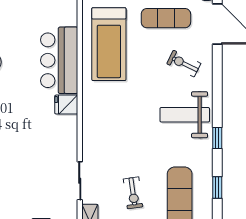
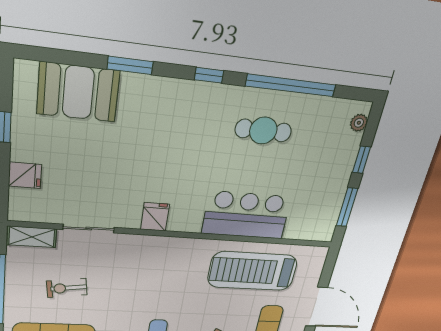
fridge: (66, 105) -> (155, 217), moved

